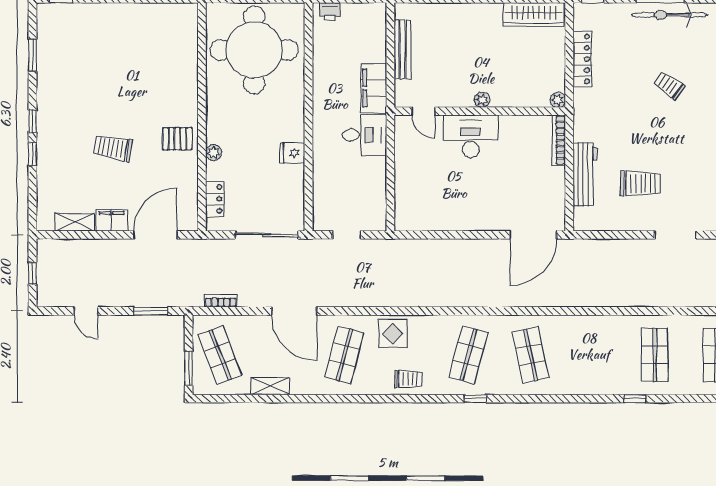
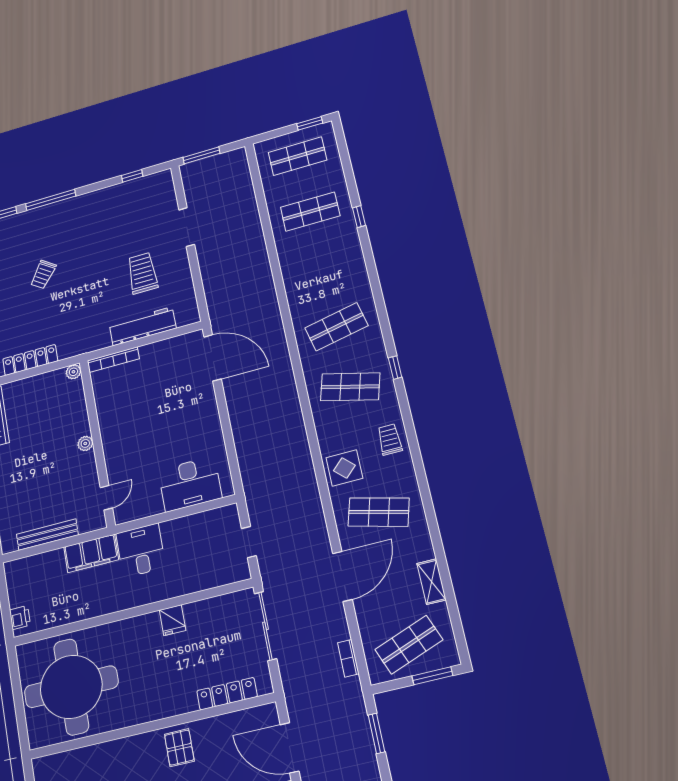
desk: (471, 136) -> (190, 484), moved, turned -90
plant: (214, 153) -> (187, 704), removed
locker: (215, 199) -> (227, 694), width x1.53

